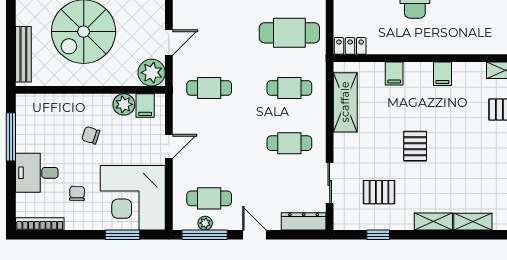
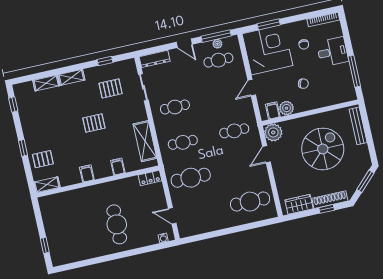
pallet: (415, 146) -> (94, 123), turned 90

